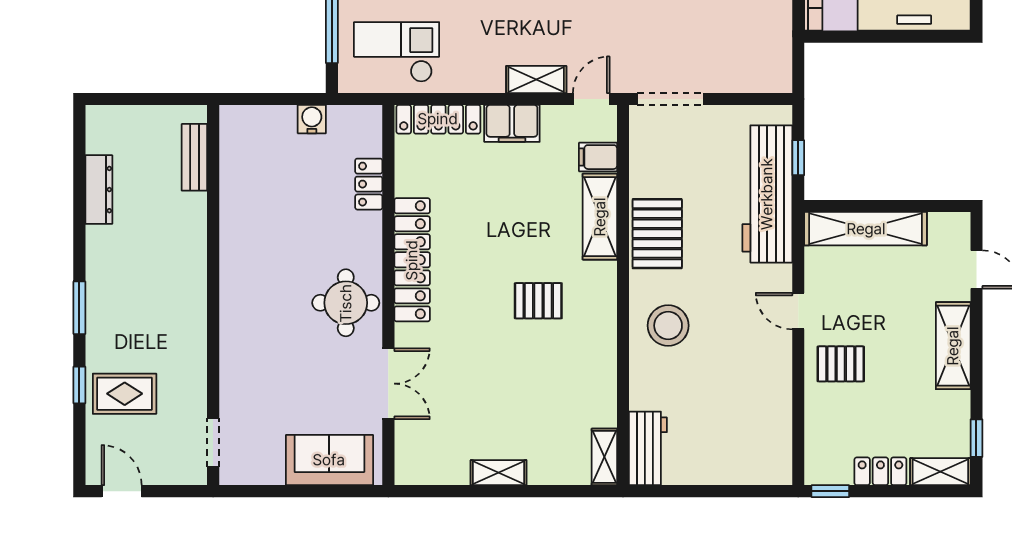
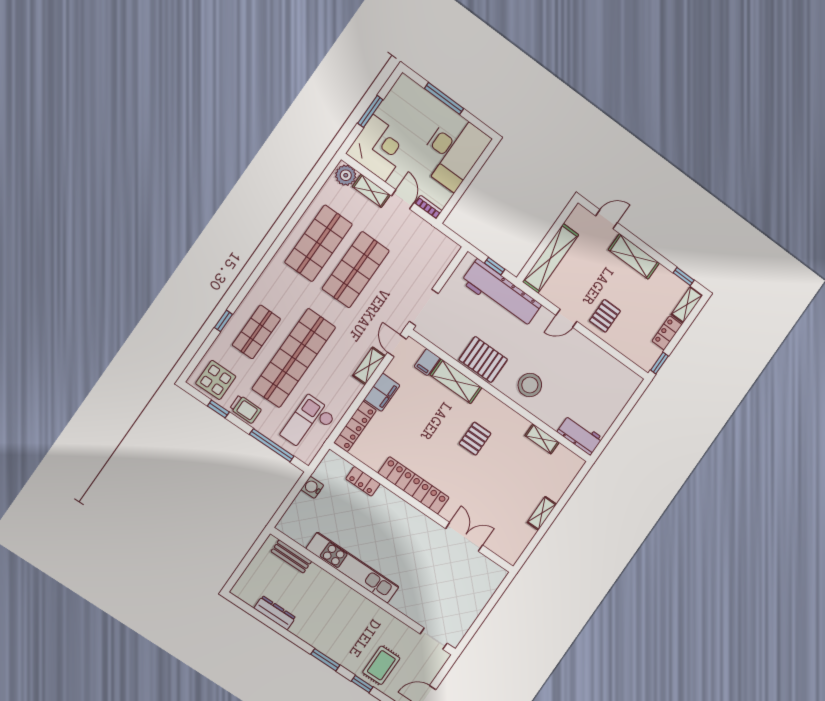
kitchen unit: (237, 255) -> (353, 568), added
round table: (346, 303) -> (412, 531), removed
shelving: (604, 457) -> (542, 439), moved
sofa: (329, 460) -> (480, 589), removed

